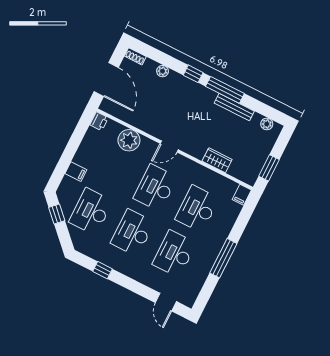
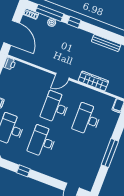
window: (225, 90) -> (50, 13), moved
plant: (129, 140) -> (33, 75), removed
wardrobe: (217, 160) -> (93, 81), width x1.50
desk: (174, 254) -> (74, 154), removed

